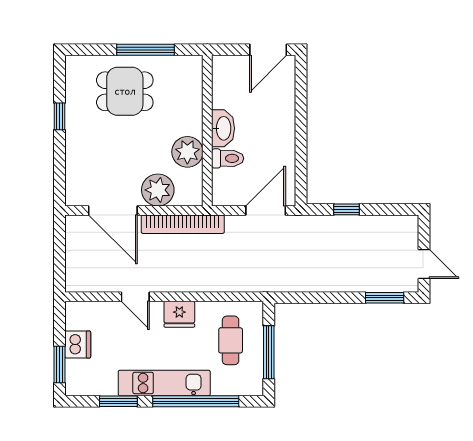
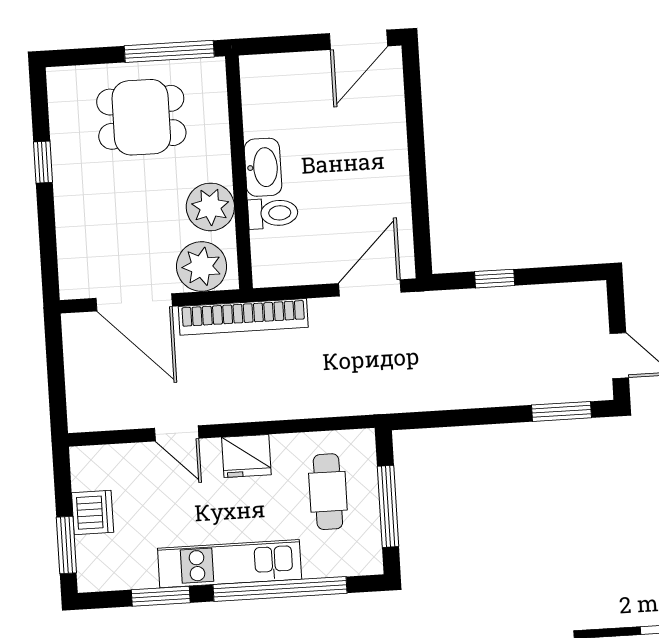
washbasin: (223, 128) -> (263, 167), moved
wall: (207, 131) -> (239, 172), moved
plant: (187, 152) -> (210, 207), moved
toilet: (228, 158) -> (273, 213), moved

